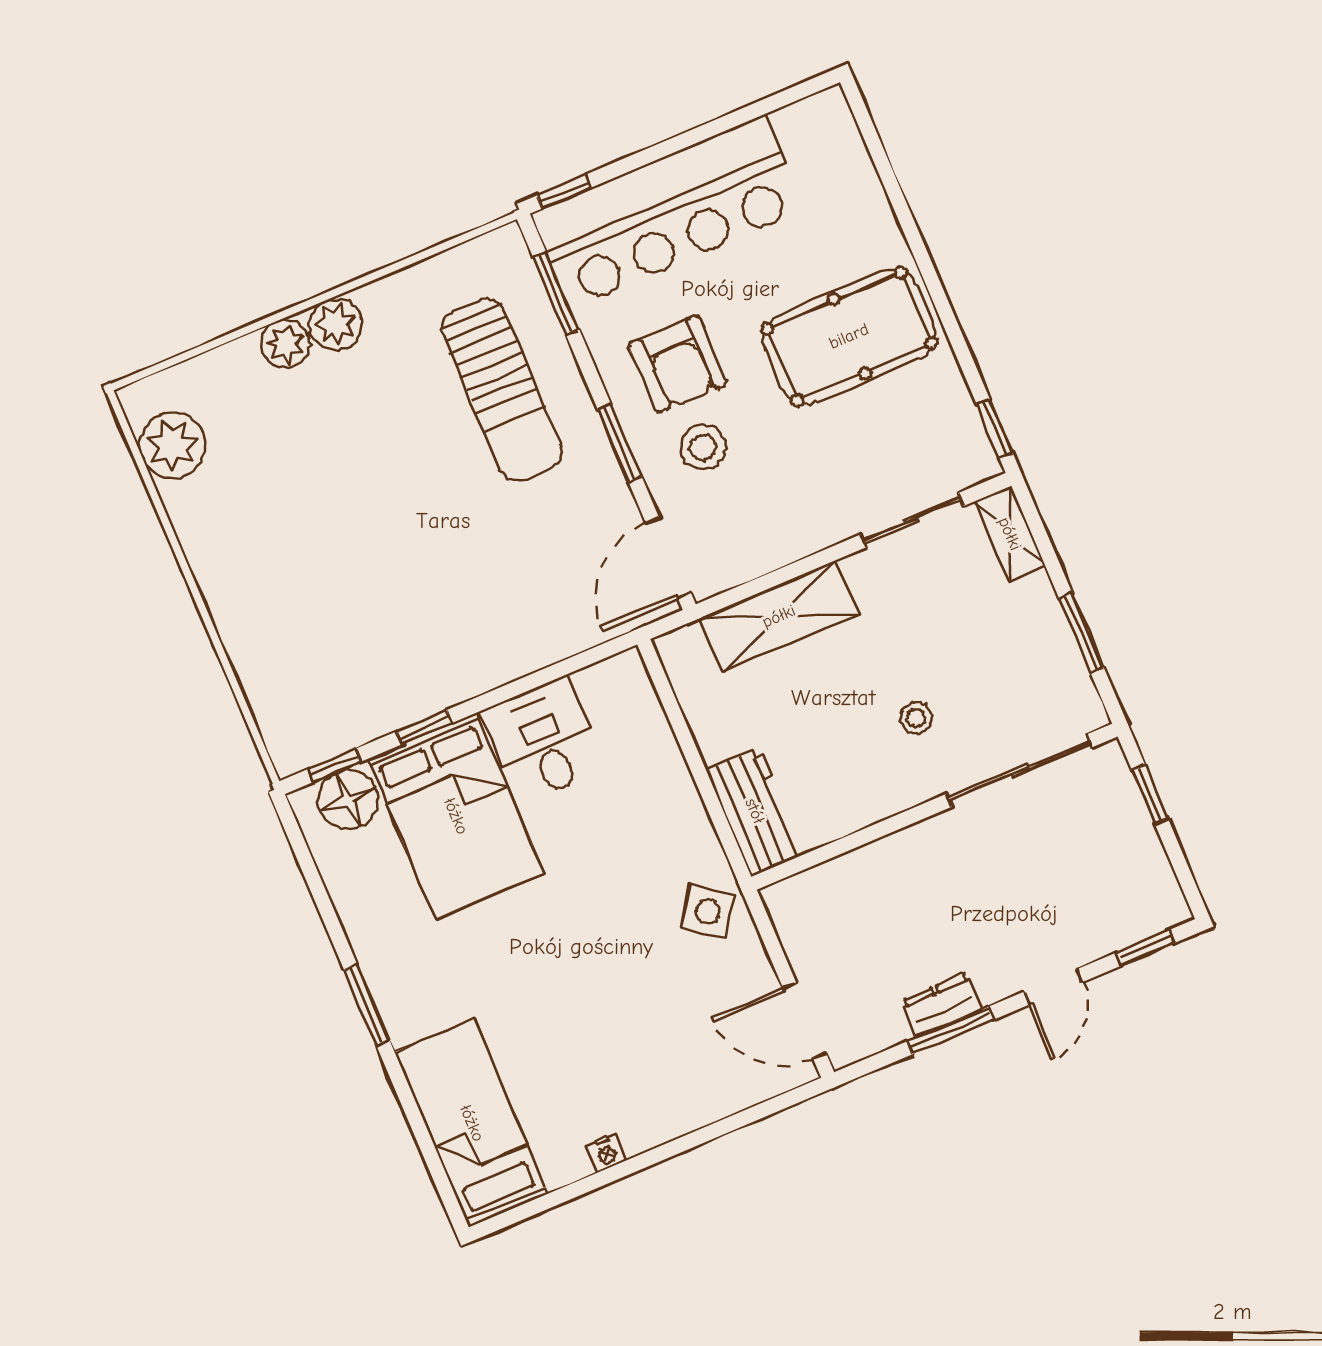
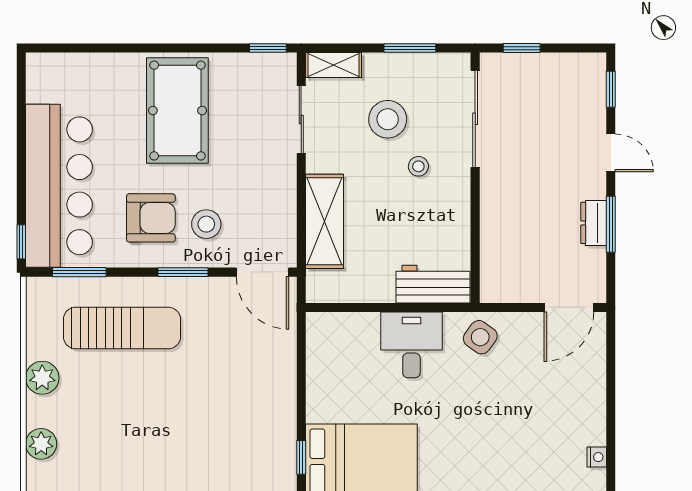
plant: (336, 324) -> (42, 378), moved
stool: (965, 645) -> (388, 119), added
desk: (544, 740) -> (411, 345), moved, turned 90

